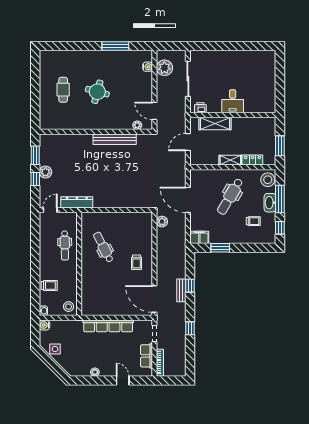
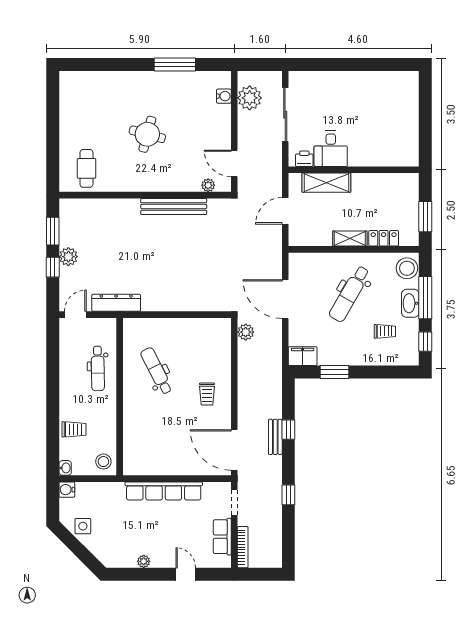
cafe table: (63, 90) -> (86, 168), moved
desk: (233, 101) -> (331, 149), moved

